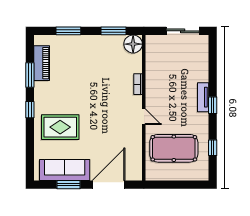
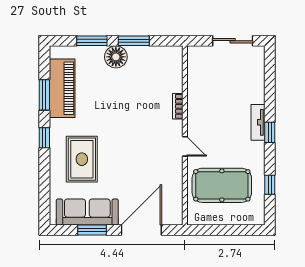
window: (114, 31) -> (134, 41), moved
floor lamp: (133, 44) -> (116, 57), moved
piano: (42, 63) -> (62, 88), width x1.37, depth x1.33
rug: (60, 127) -> (82, 159), turned 90

